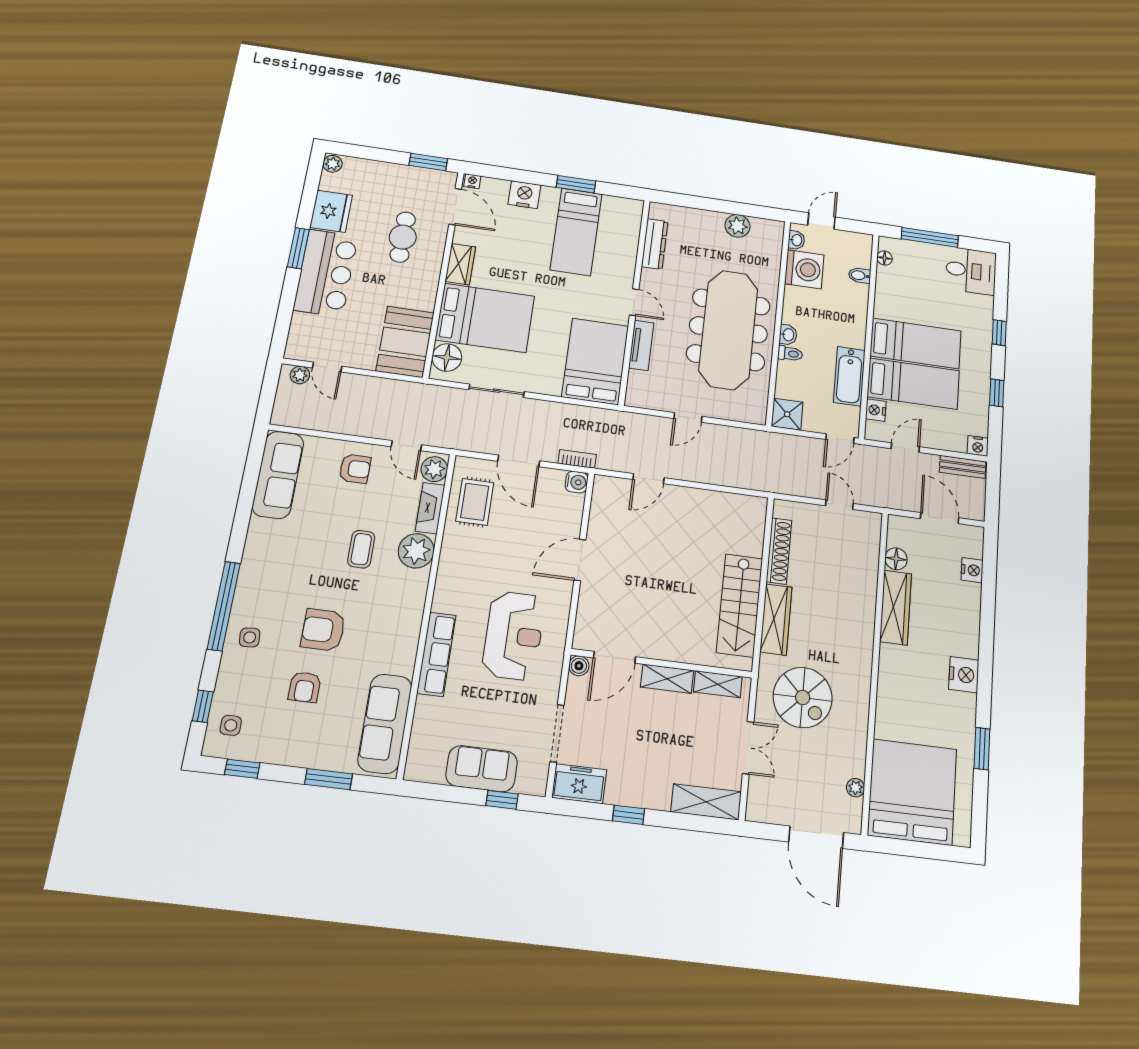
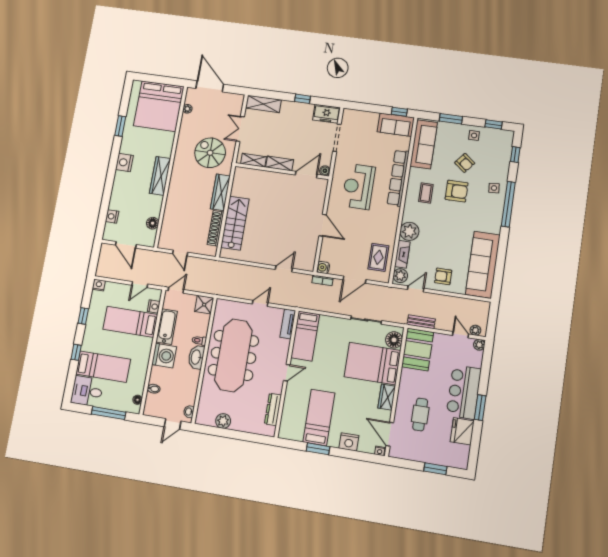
window: (428, 162) -> (435, 469), moved
plant: (333, 164) -> (479, 345), moved
washing machine: (804, 269) -> (164, 356), moved, turned 180
door: (634, 302) -> (287, 373), swing flipped
washbasin: (788, 335) -> (196, 357), width x1.91, depth x1.45
bed: (916, 343) -> (103, 367), moved, turned 180
tv unit: (641, 345) -> (288, 324), moved
bed: (595, 361) -> (305, 336), width x0.67
door: (406, 446) -> (416, 289), hinge flipped
door: (519, 461) -> (354, 280), swing flipped
bench: (963, 467) -> (421, 322), moved
sofa: (278, 475) -> (483, 265), width x1.36, depth x1.27
coffee table: (361, 549) -> (426, 193), moved
door: (580, 560) -> (323, 225), hinge flipped
stairs: (740, 605) -> (235, 223), moved
wardrobe: (896, 608) -> (160, 176), moved
row of seats: (436, 654) -> (398, 178), width x1.36
armchair: (305, 687) -> (465, 163), turned 129
side table: (231, 725) -> (474, 135), moved
sofa: (482, 769) -> (396, 125), moved
window: (502, 800) -> (399, 112), moved

